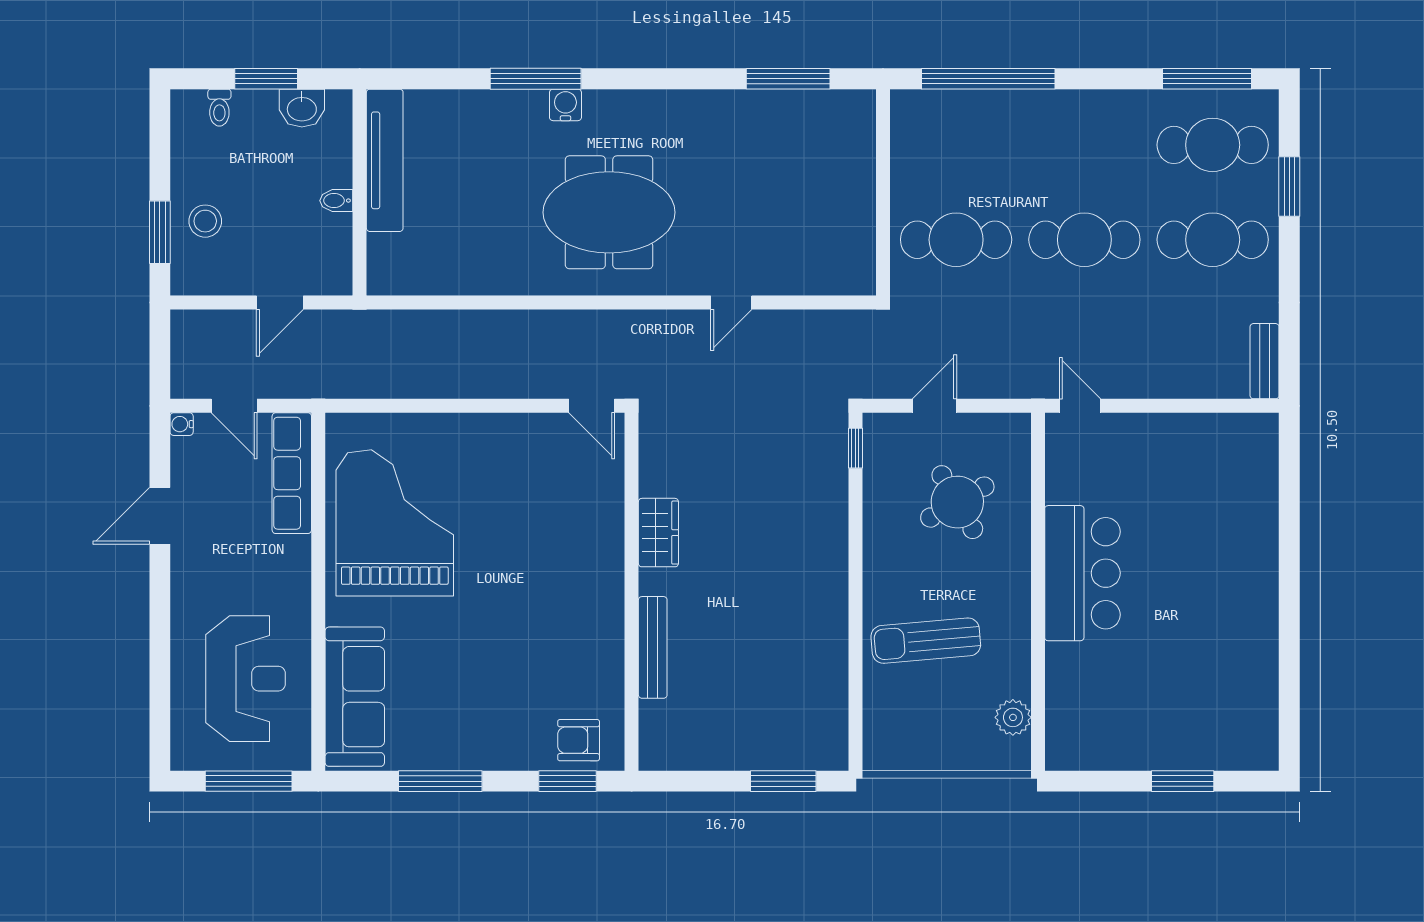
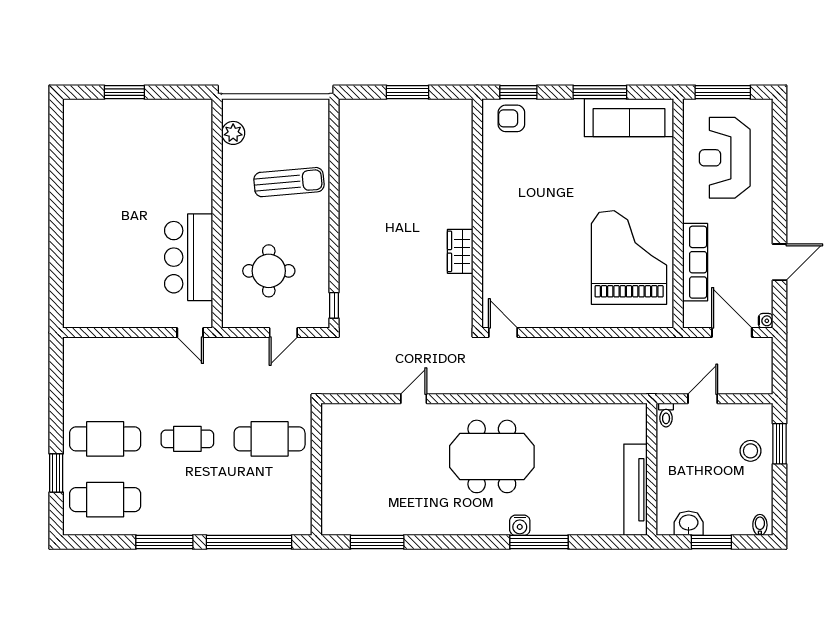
window: (1207, 79) -> (164, 542), moved
toilet: (219, 108) -> (666, 415), moved, turned 180
bidet: (336, 201) -> (760, 525), moved, turned -90
cafe table: (1084, 240) -> (187, 439), width x0.73, depth x0.74
bench: (1265, 361) -> (72, 361), removed
door: (234, 406) -> (732, 333), width x1.38
row of seats: (292, 473) -> (695, 262), moved
round table: (957, 502) -> (269, 271), turned 30
grand piano: (395, 523) -> (629, 258), turned 180
bar counter: (1082, 573) -> (189, 257), moved
bench: (653, 647) -> (464, 178), removed
sofa: (355, 697) -> (629, 118), moved, turned -90
armchair: (579, 740) -> (511, 118), turned 180
window: (783, 781) -> (407, 92), moved

